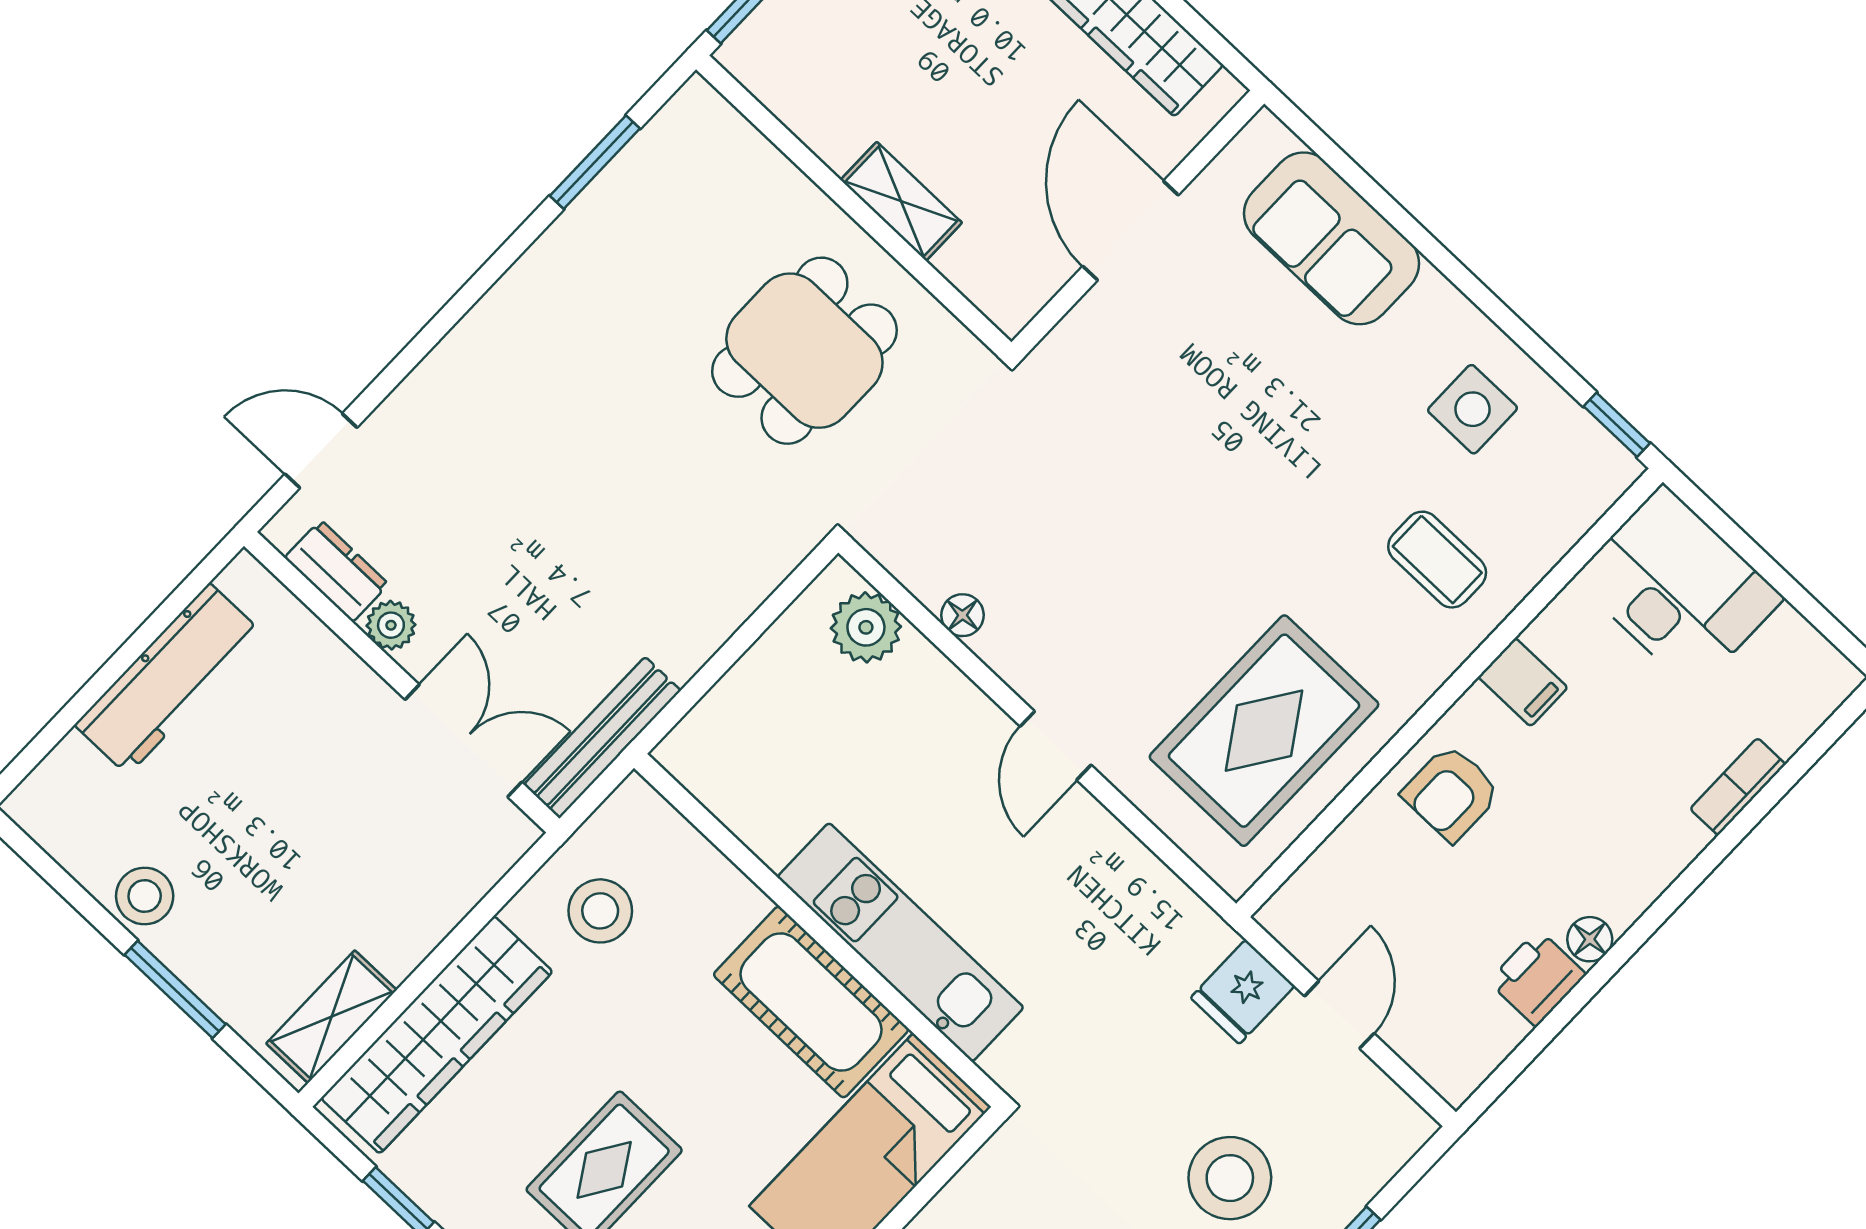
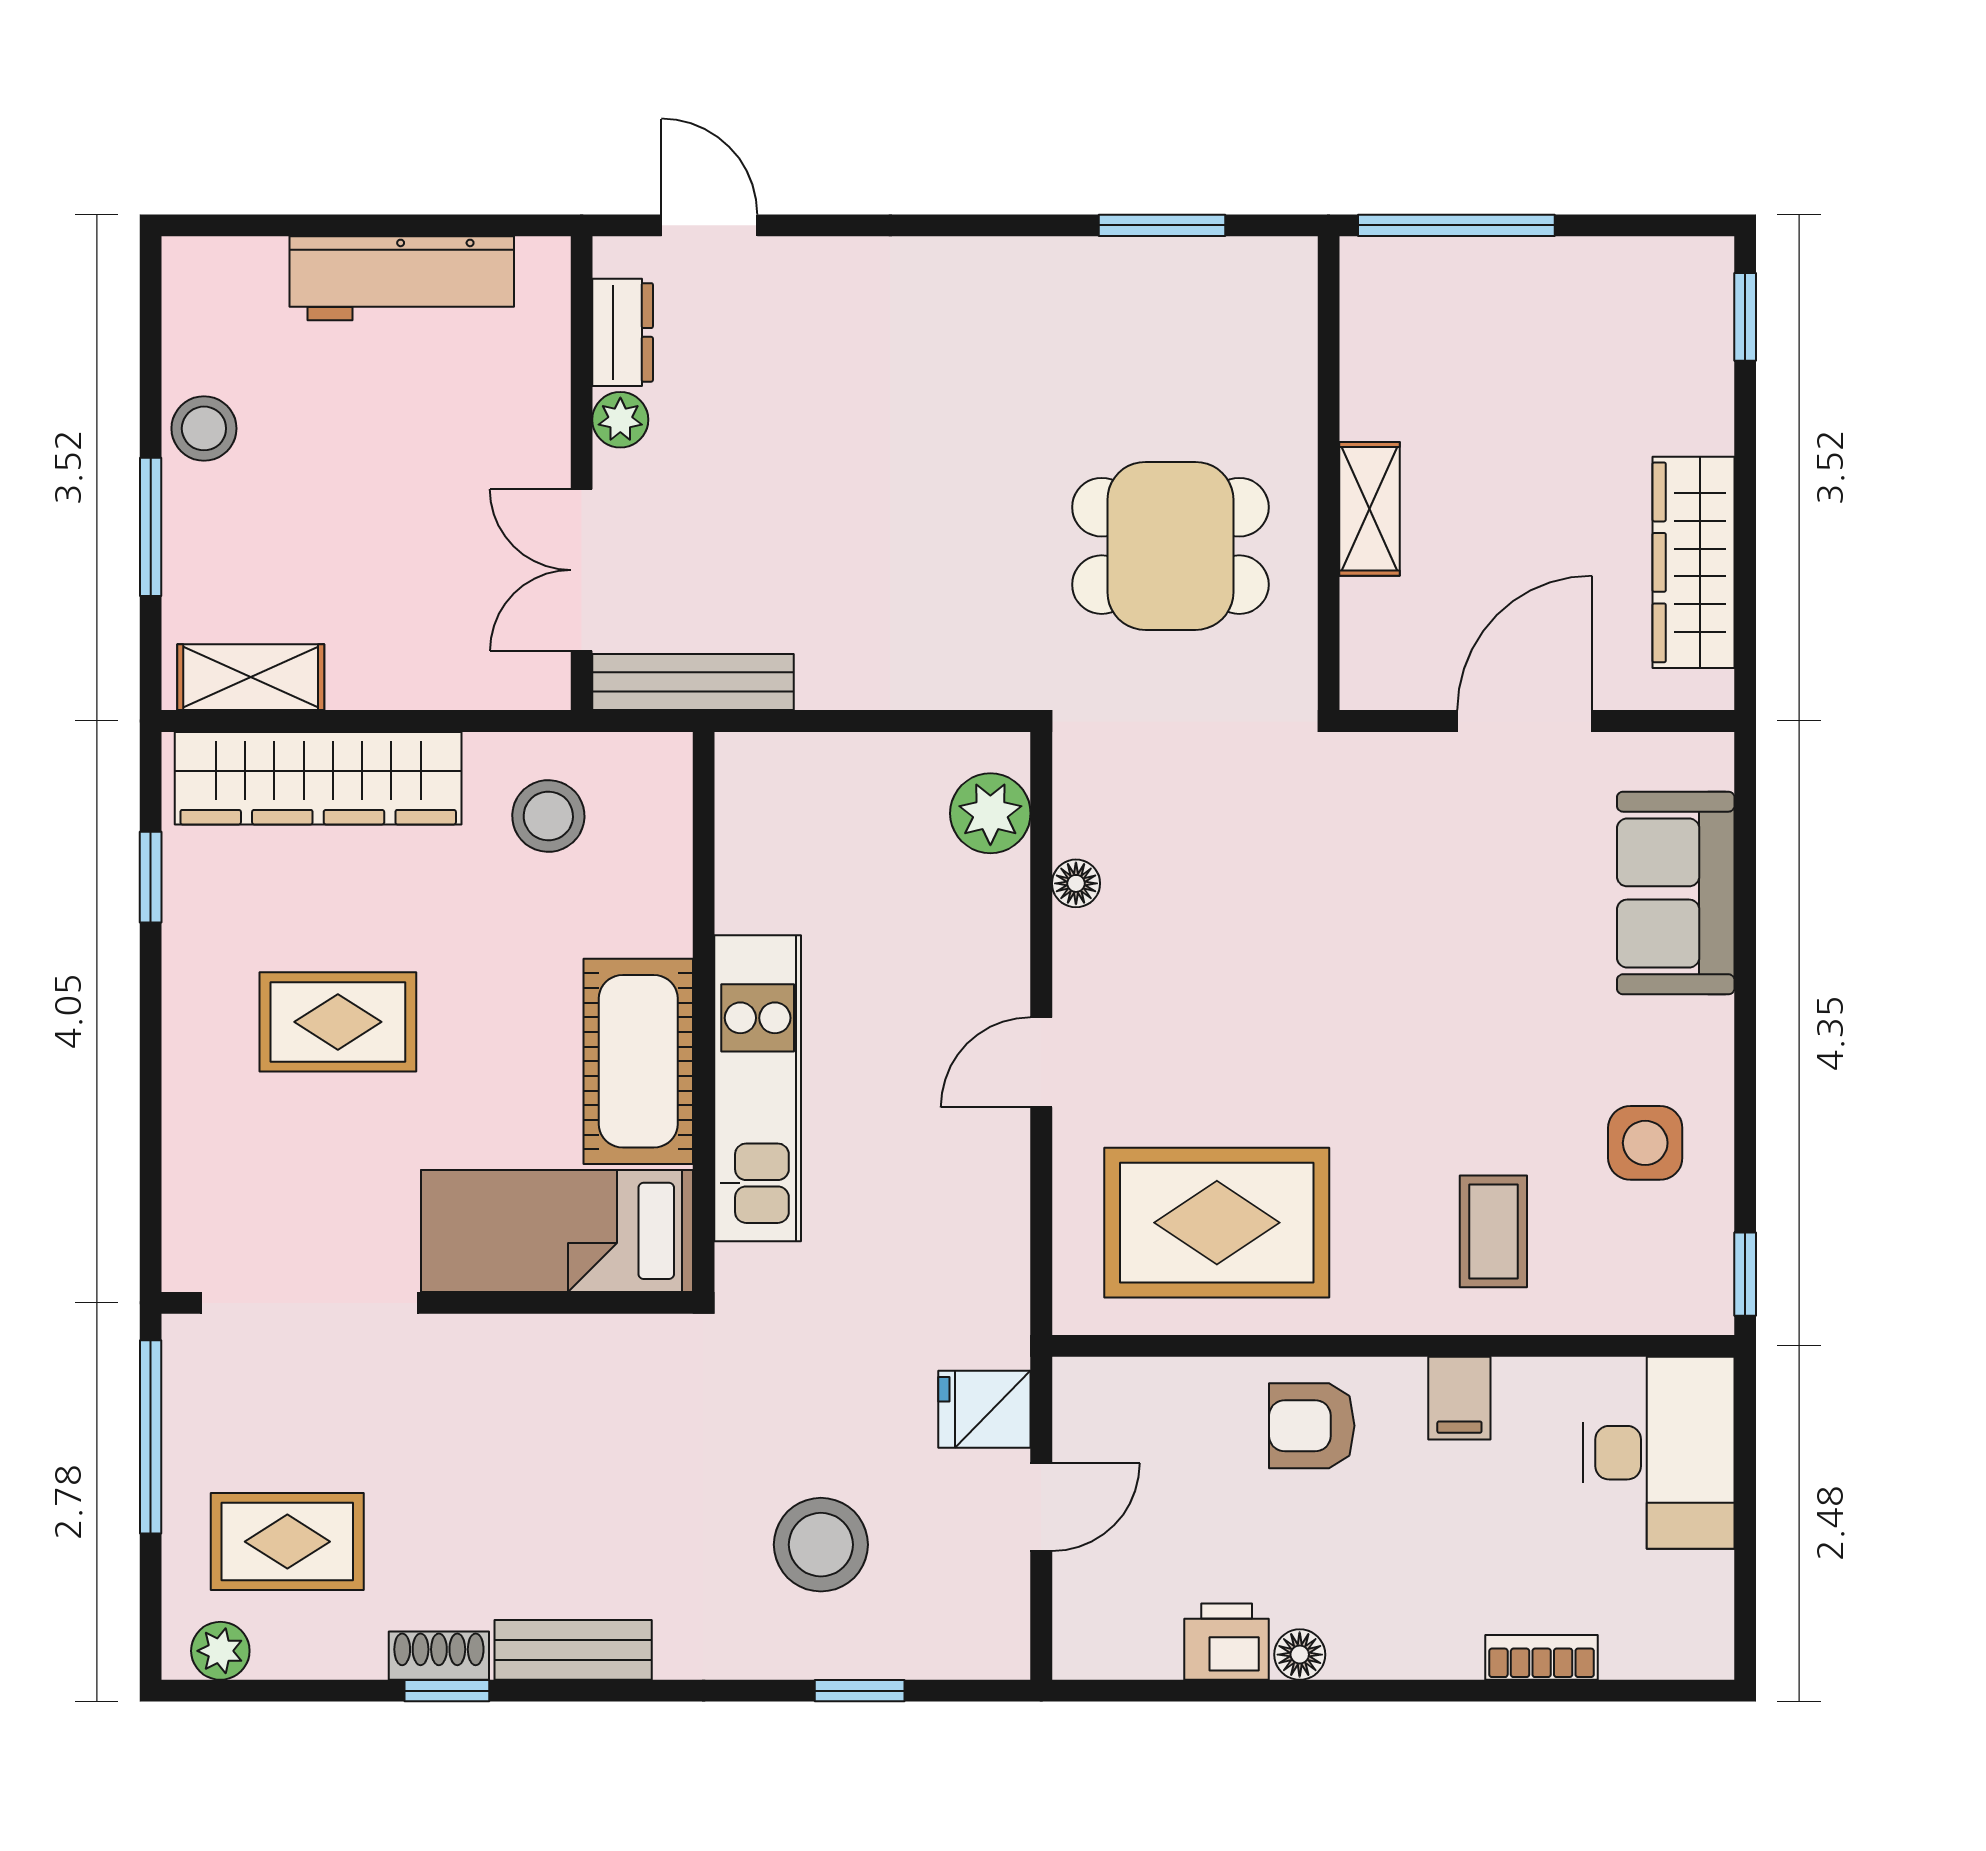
double door: (463, 741) -> (582, 570), swing flipped

